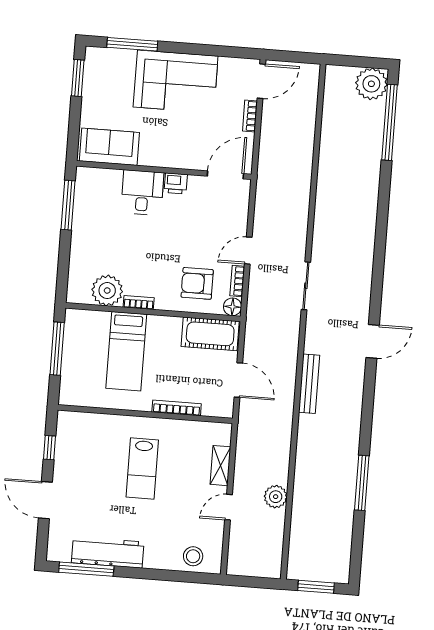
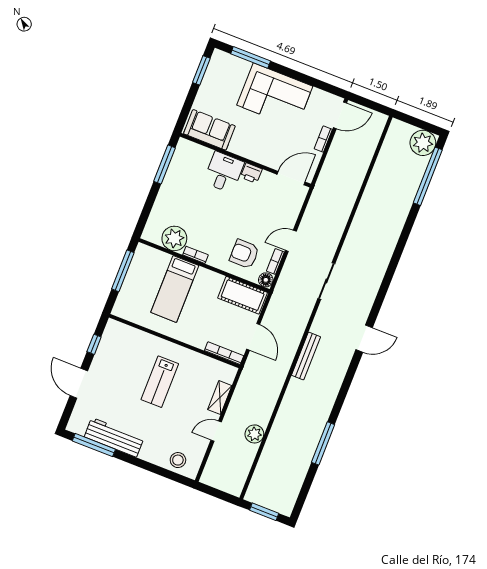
bookcase: (177, 408) -> (224, 353), moved

